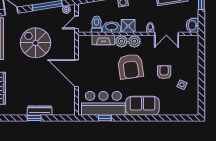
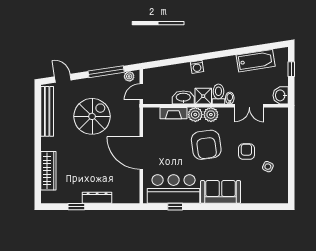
toilet: (97, 24) -> (218, 94), moved
spiral stairs: (35, 43) -> (92, 116), turned 90
window: (34, 118) -> (76, 207), moved

